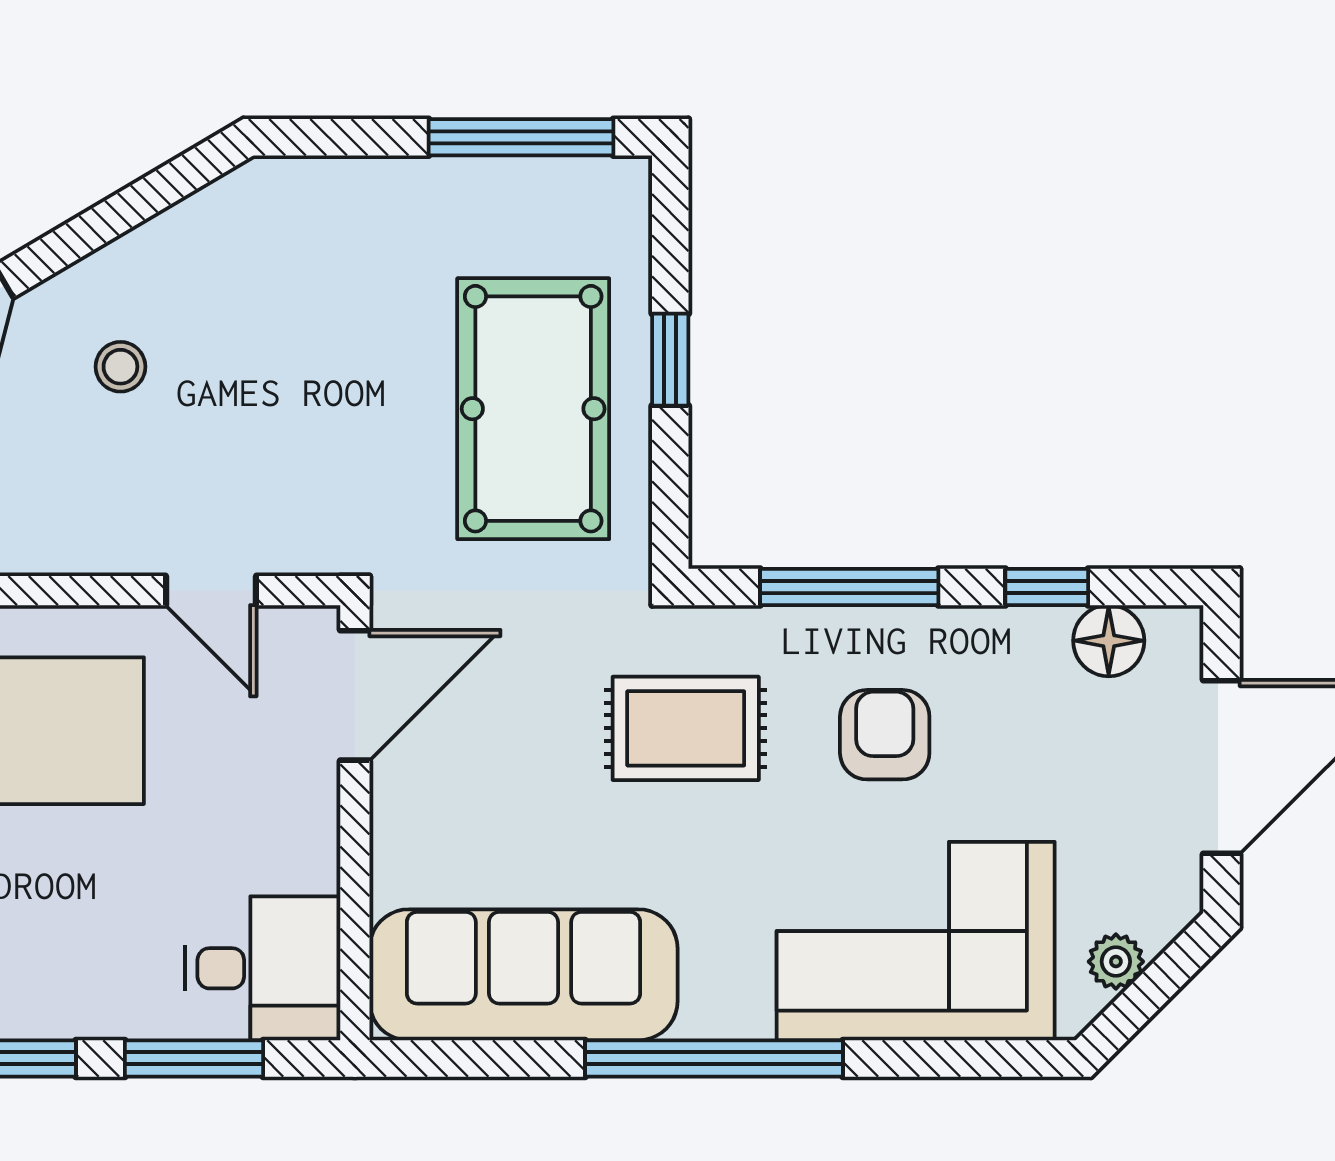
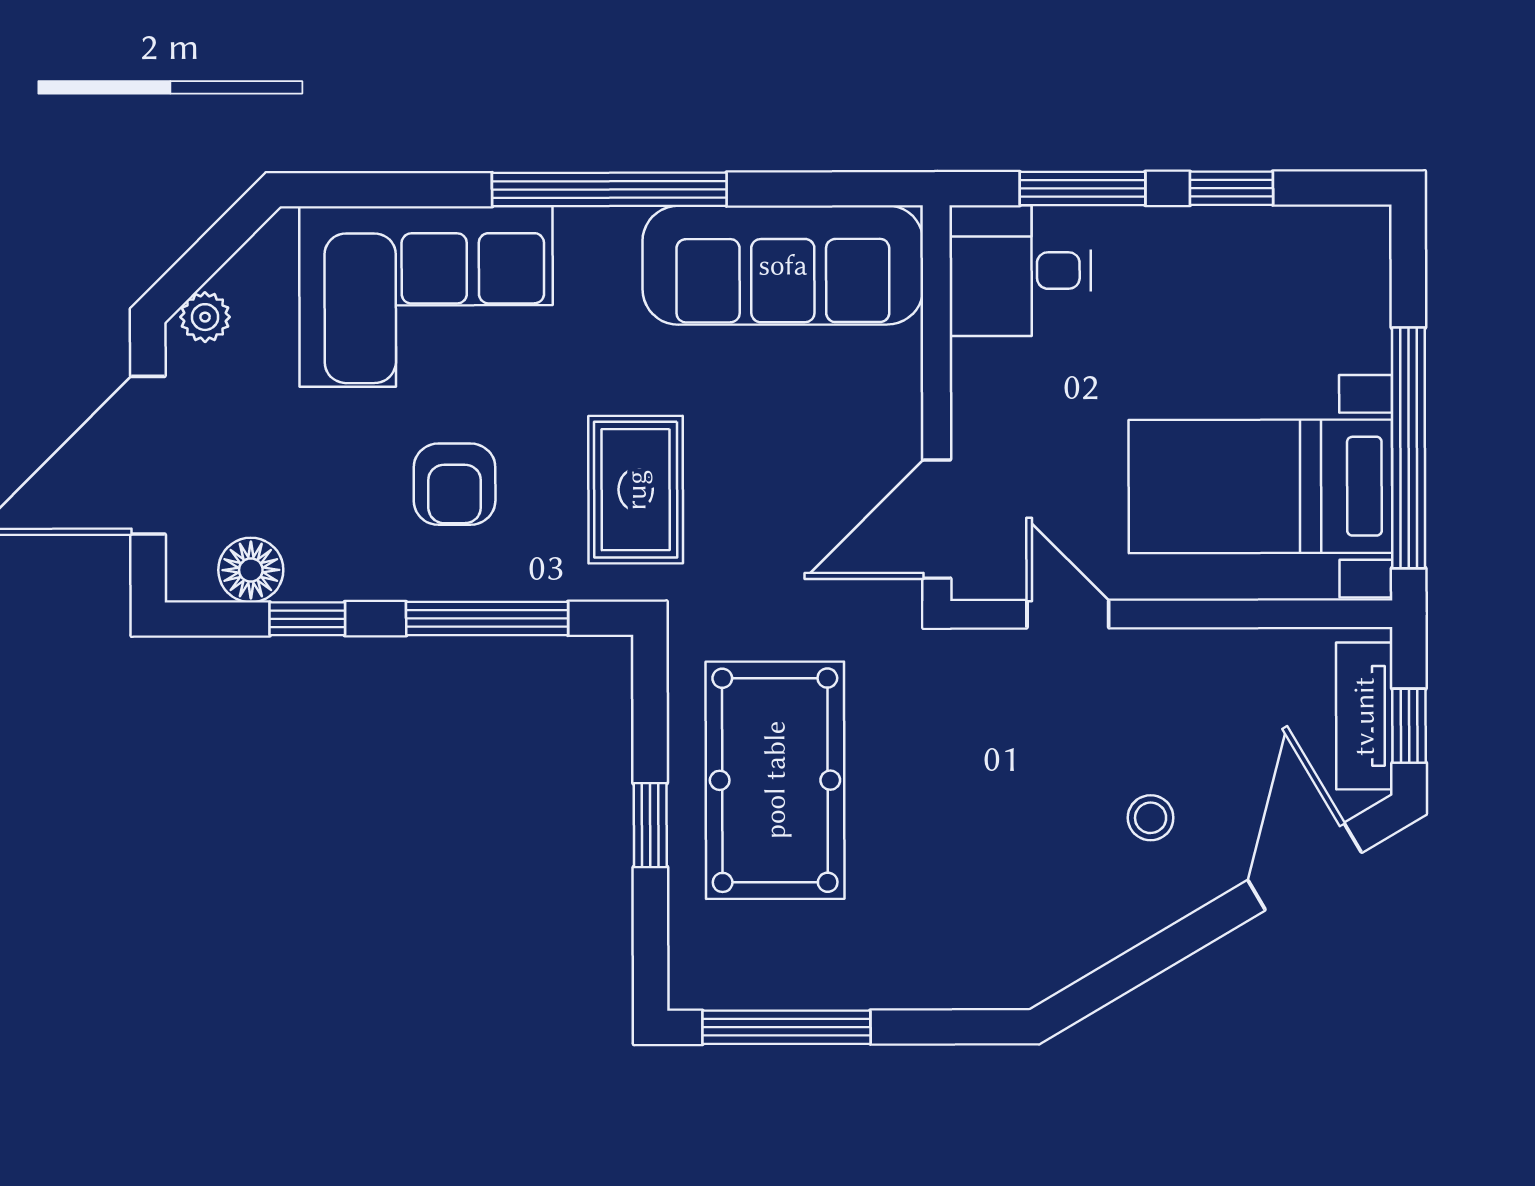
rug: (686, 728) -> (636, 490), turned 90
plant: (1116, 962) -> (205, 317), moved

